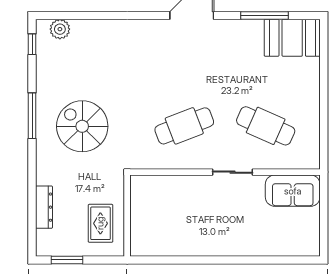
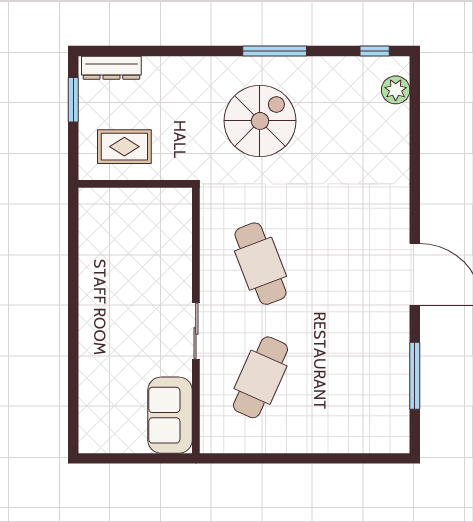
booth: (292, 38) -> (384, 414), removed
dresser: (44, 207) -> (111, 68), moved

